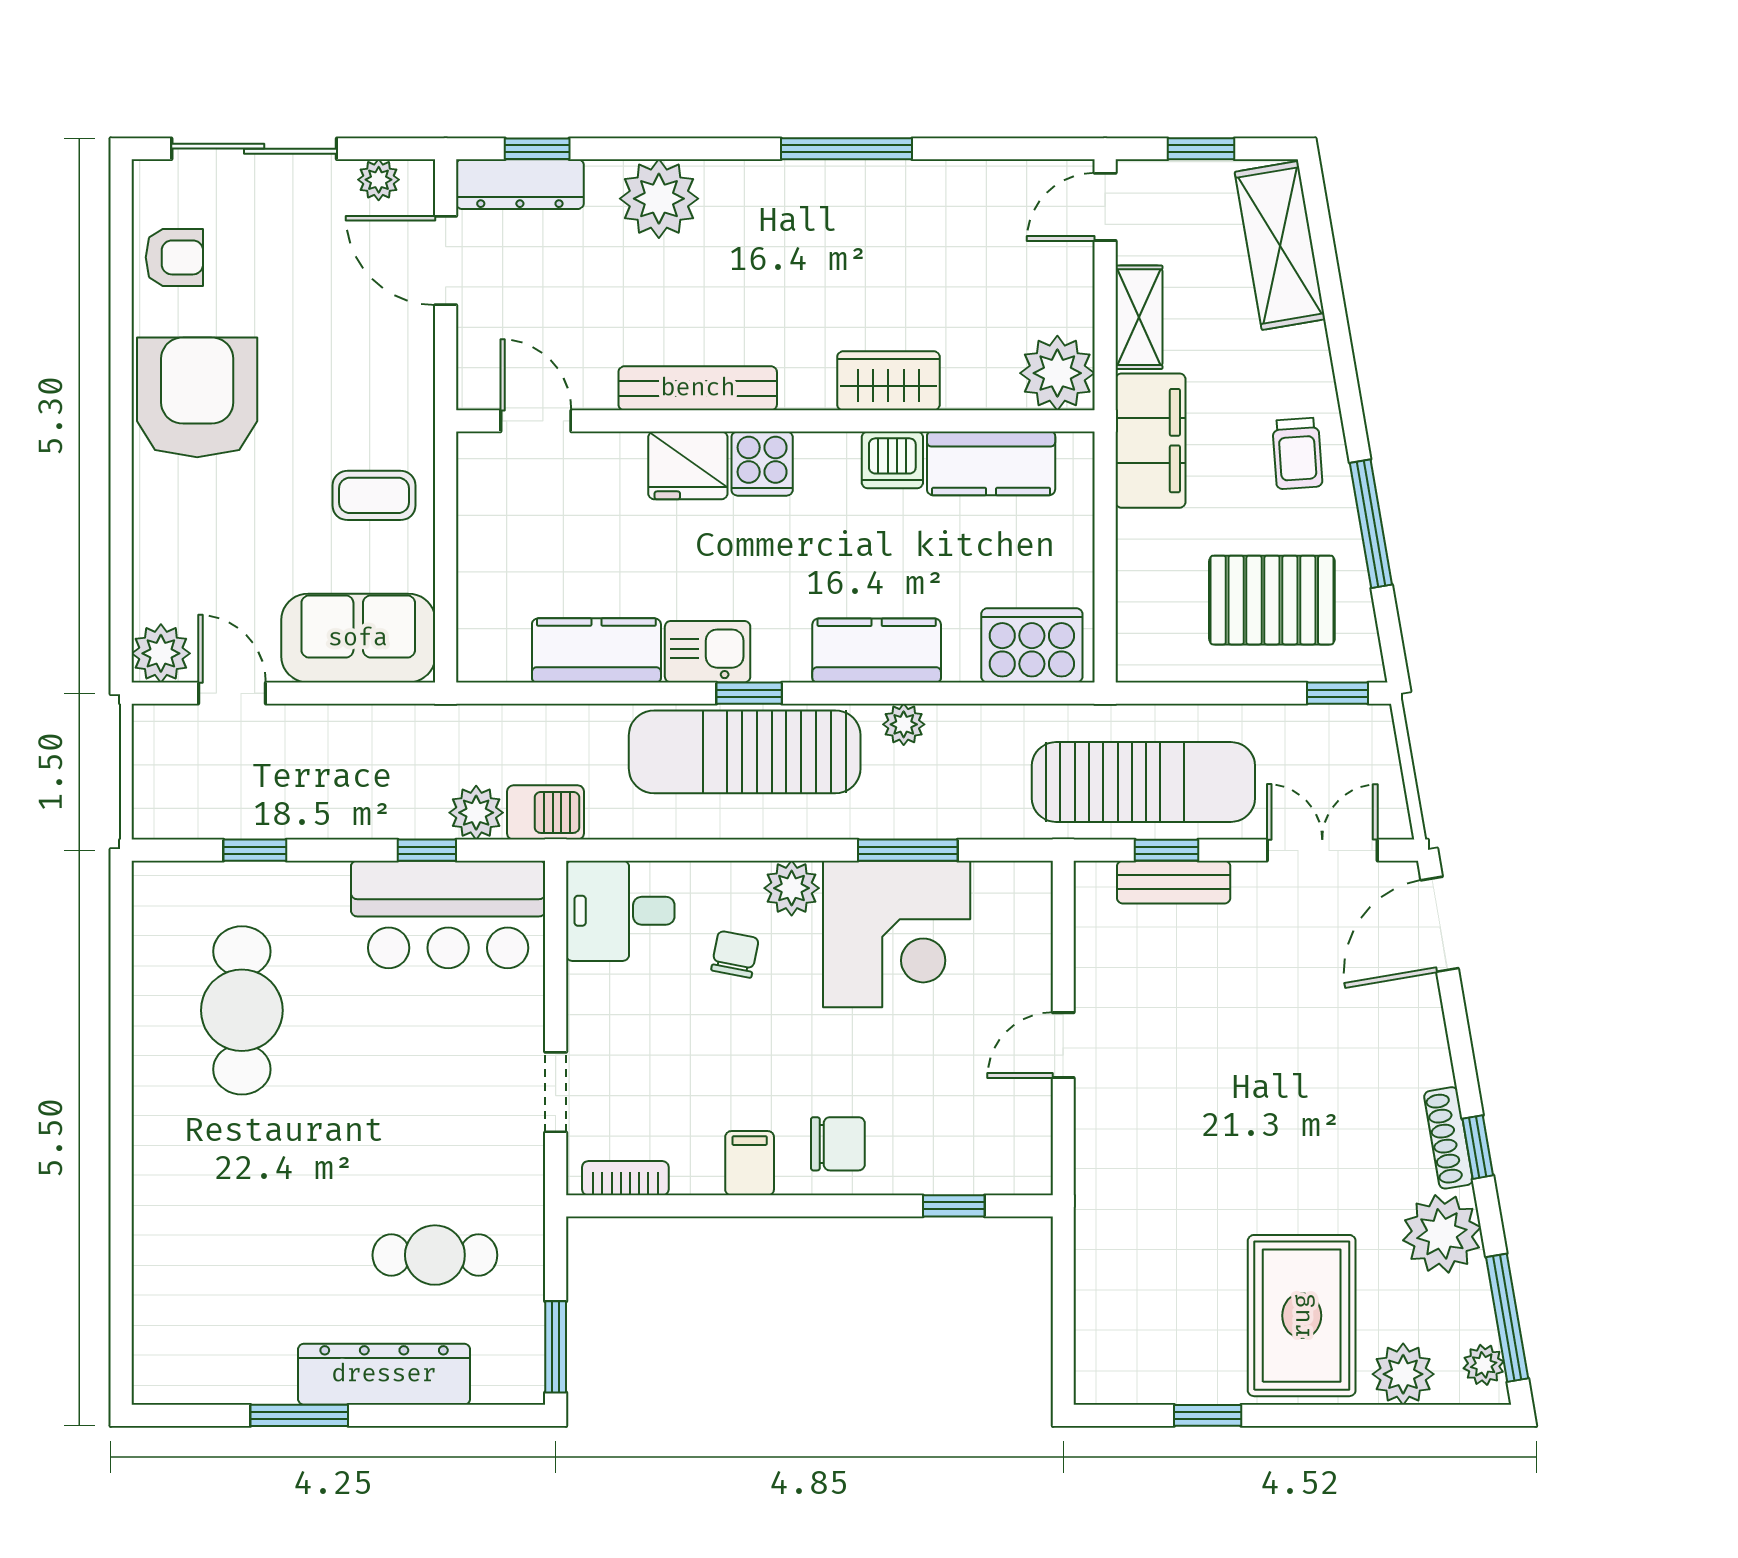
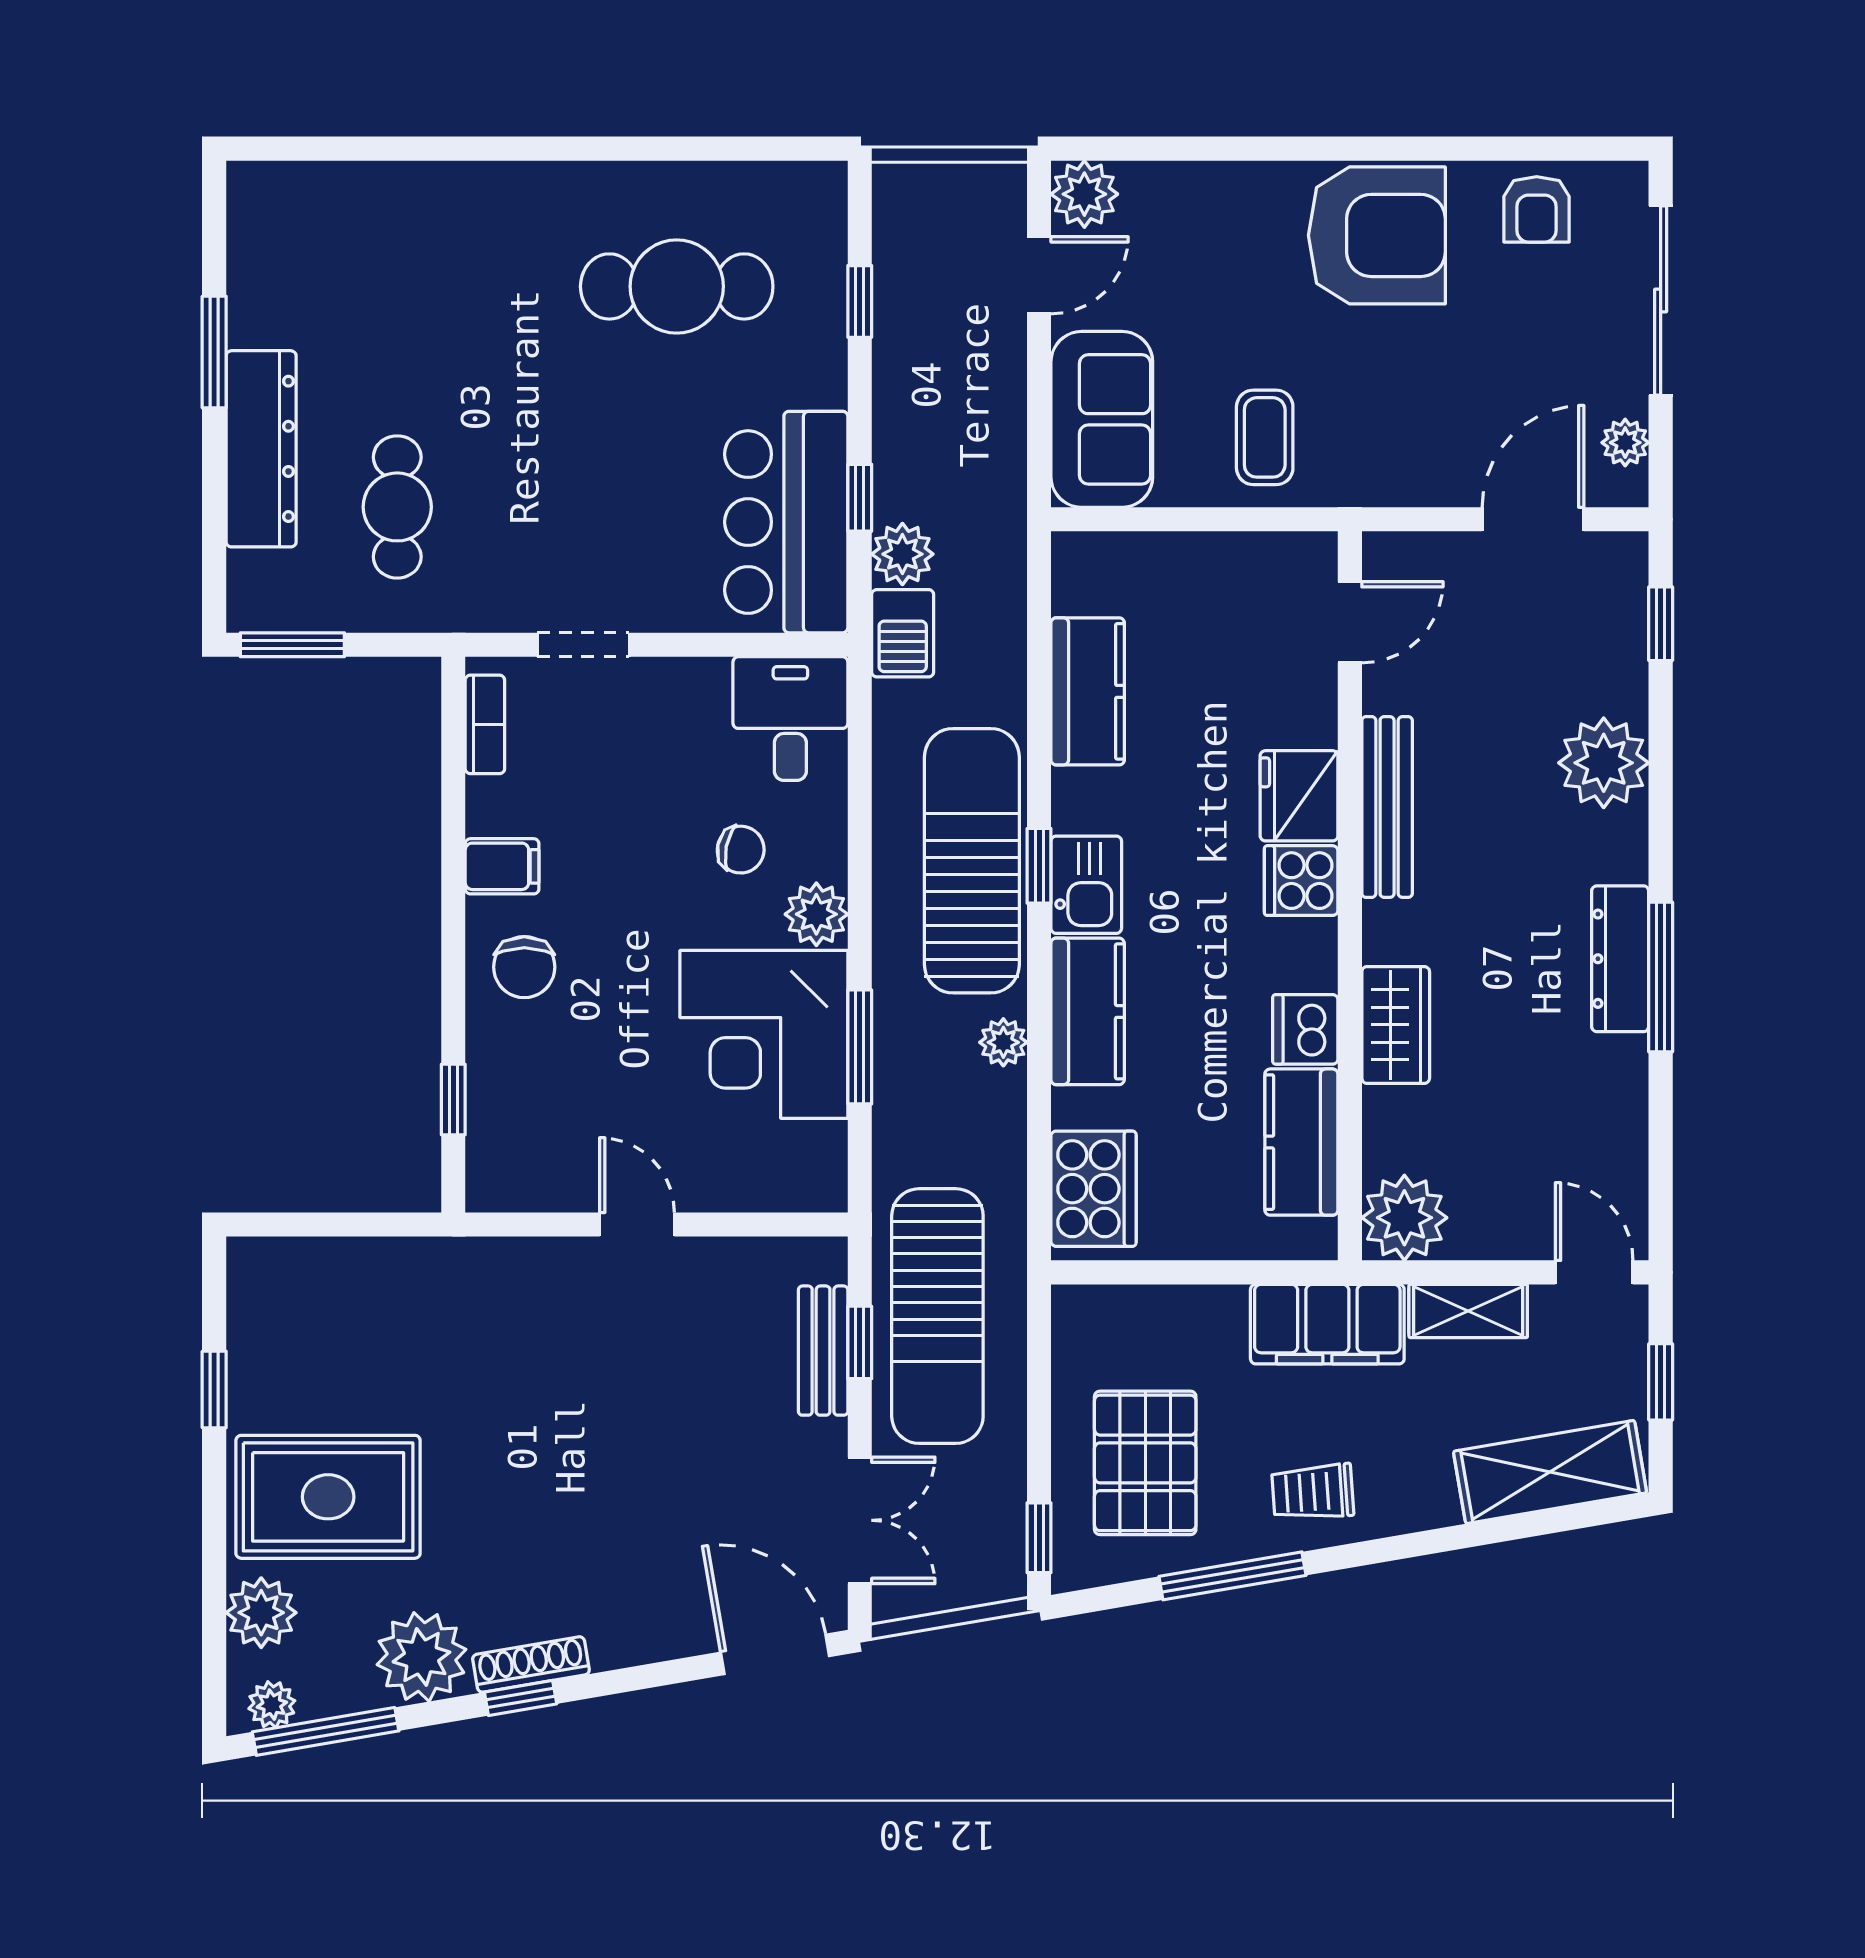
dresser: (520, 184) -> (1620, 959), moved
kitchen sink: (708, 652) -> (1086, 885), moved

